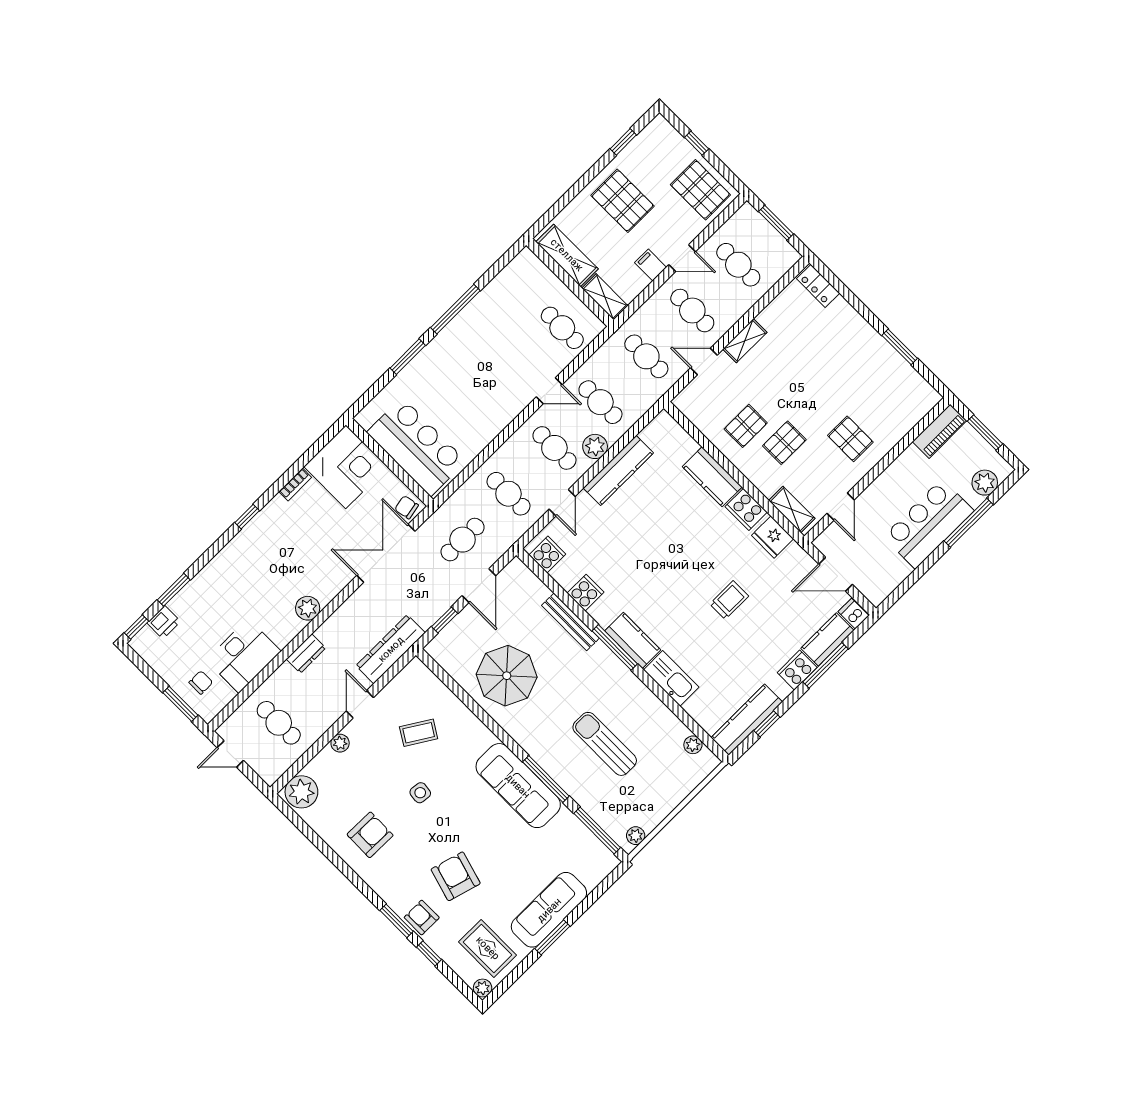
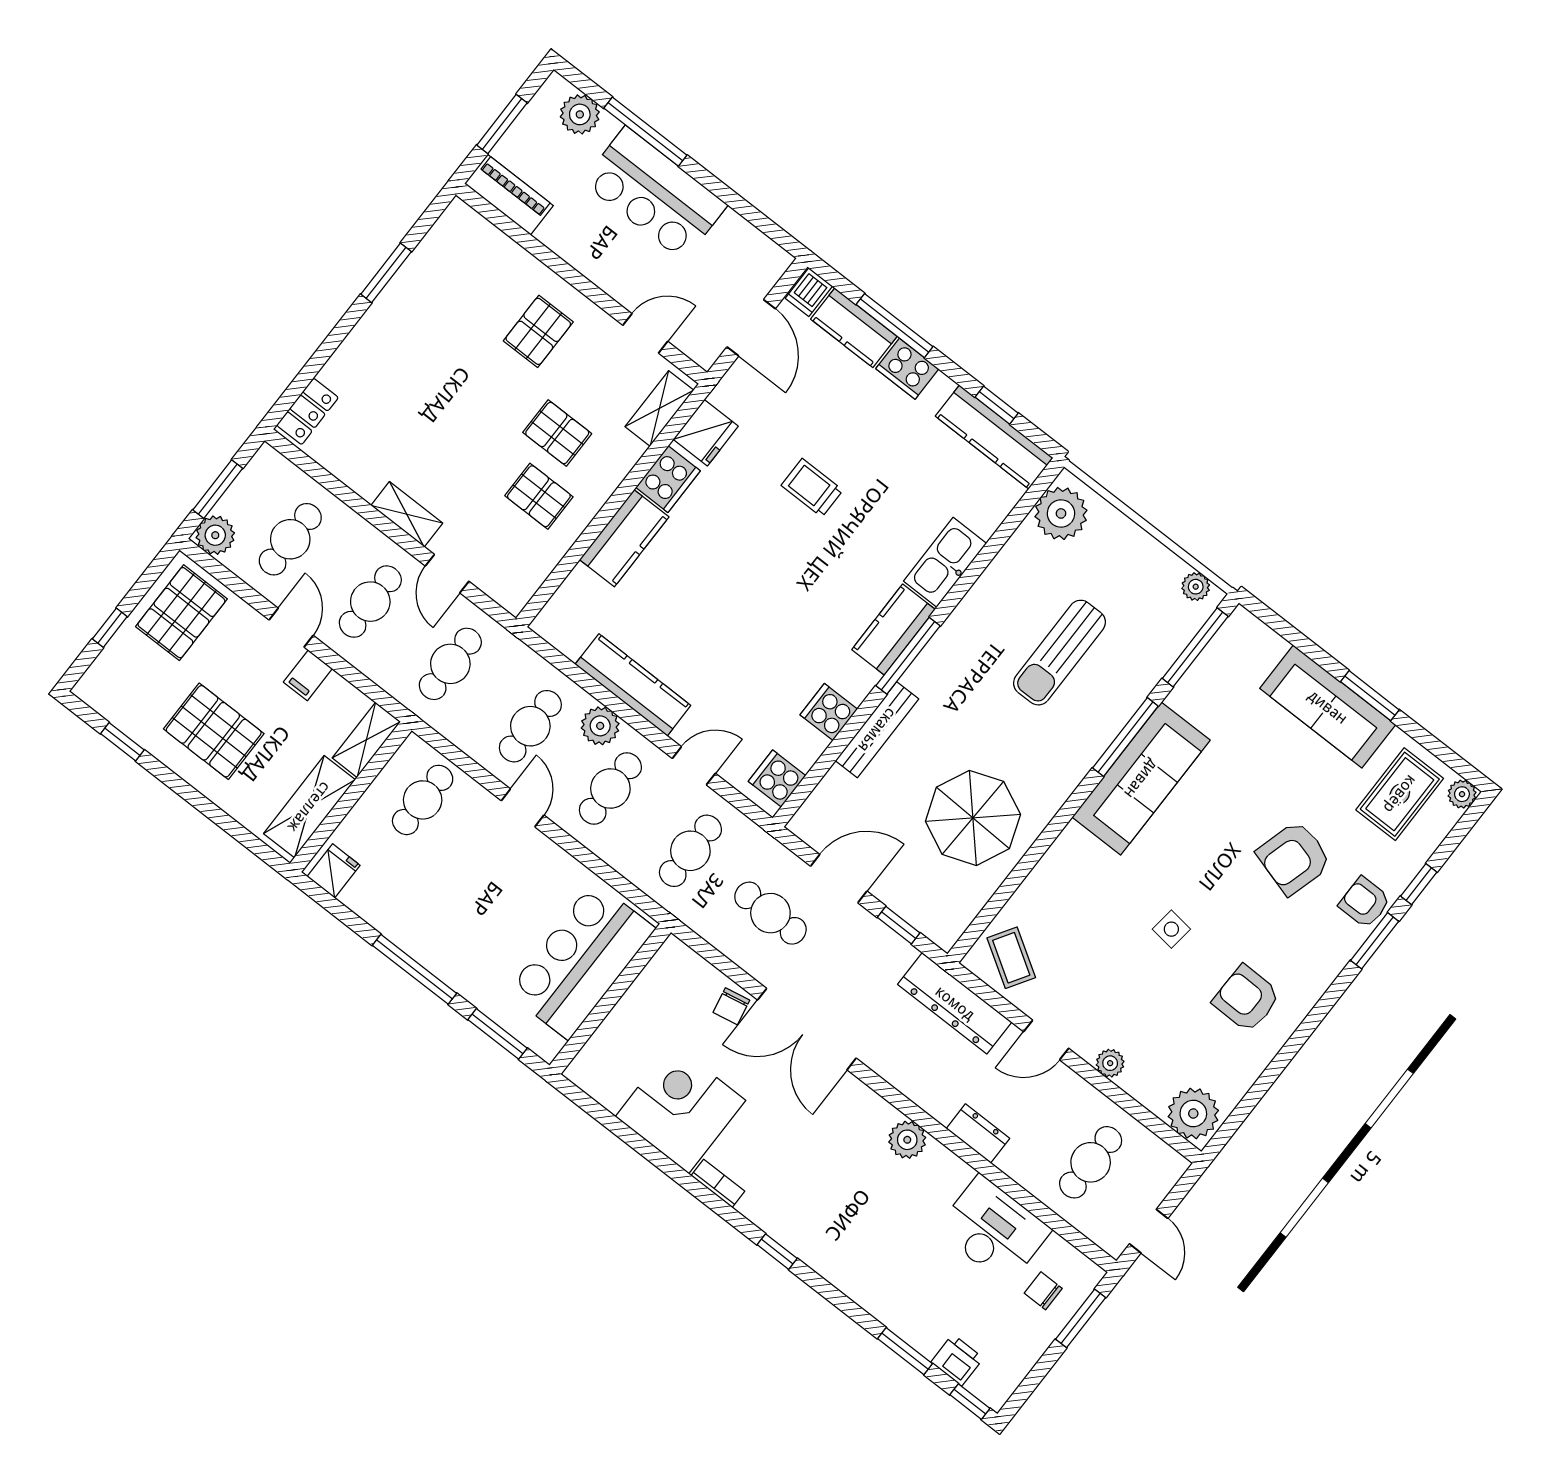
pallet: (623, 201) -> (214, 731), turned 90
plant: (747, 217) -> (215, 535), added
fridge: (524, 266) -> (334, 871), added
bar counter: (416, 447) -> (581, 960), moved
wall: (390, 462) -> (610, 999), moved
coffee table: (419, 733) -> (1011, 958), moved
plant: (693, 745) -> (1061, 513), width x1.88, depth x1.88
armchair: (422, 918) -> (1365, 902), turned 90

